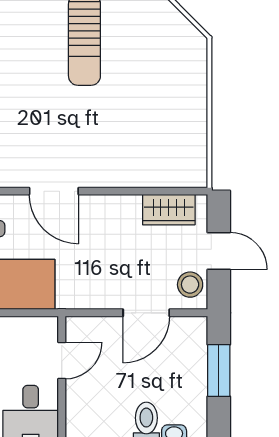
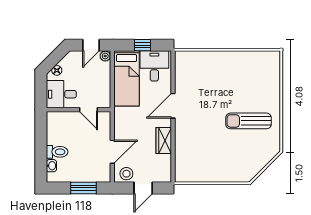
wardrobe: (169, 210) -> (164, 140), moved
door: (146, 313) -> (112, 152), swing flipped

